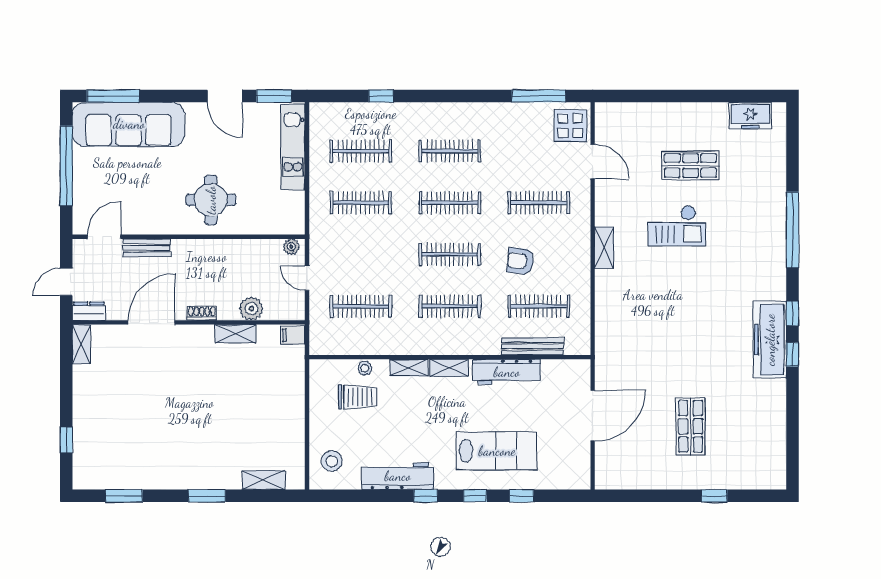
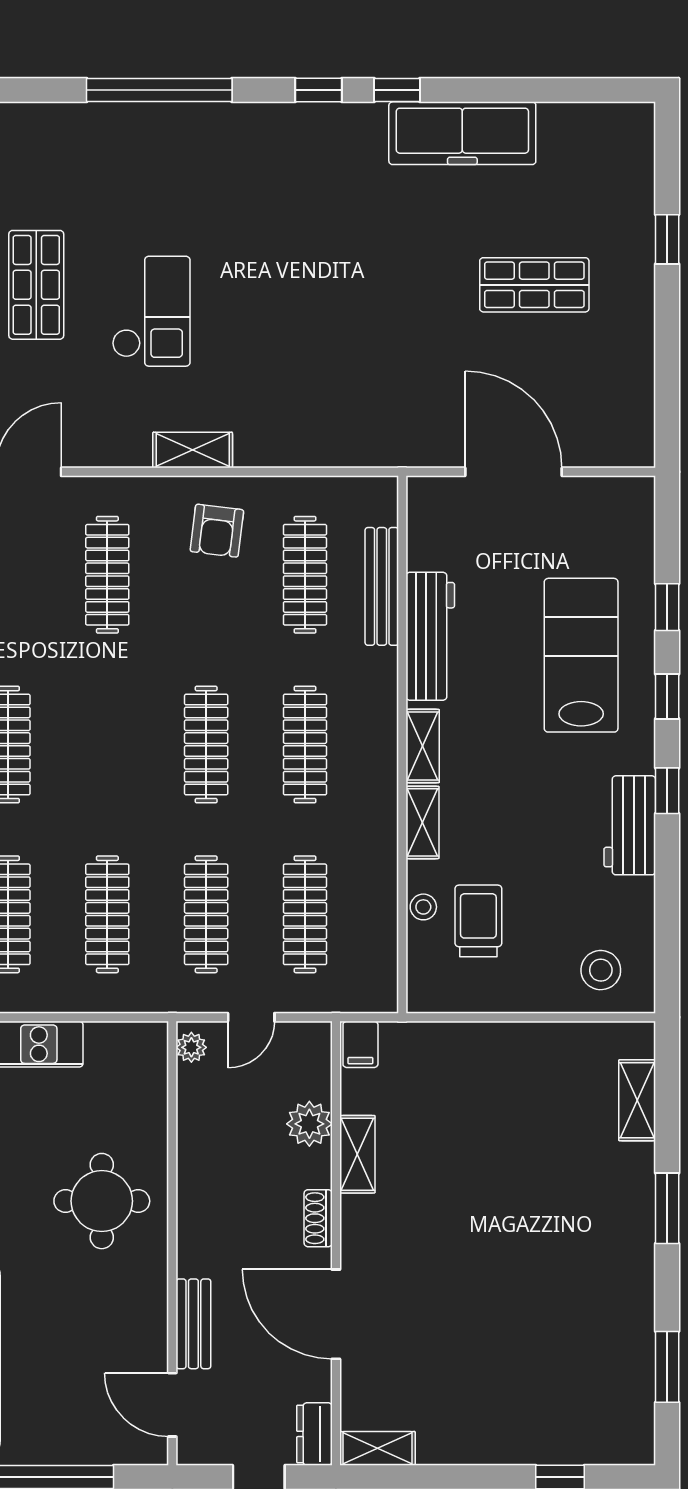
clothes rail: (450, 203) -> (206, 914), moved
armchair: (520, 261) -> (217, 531), moved
freezer: (770, 340) -> (462, 133), moved
workbench: (398, 476) -> (630, 825), width x0.73

